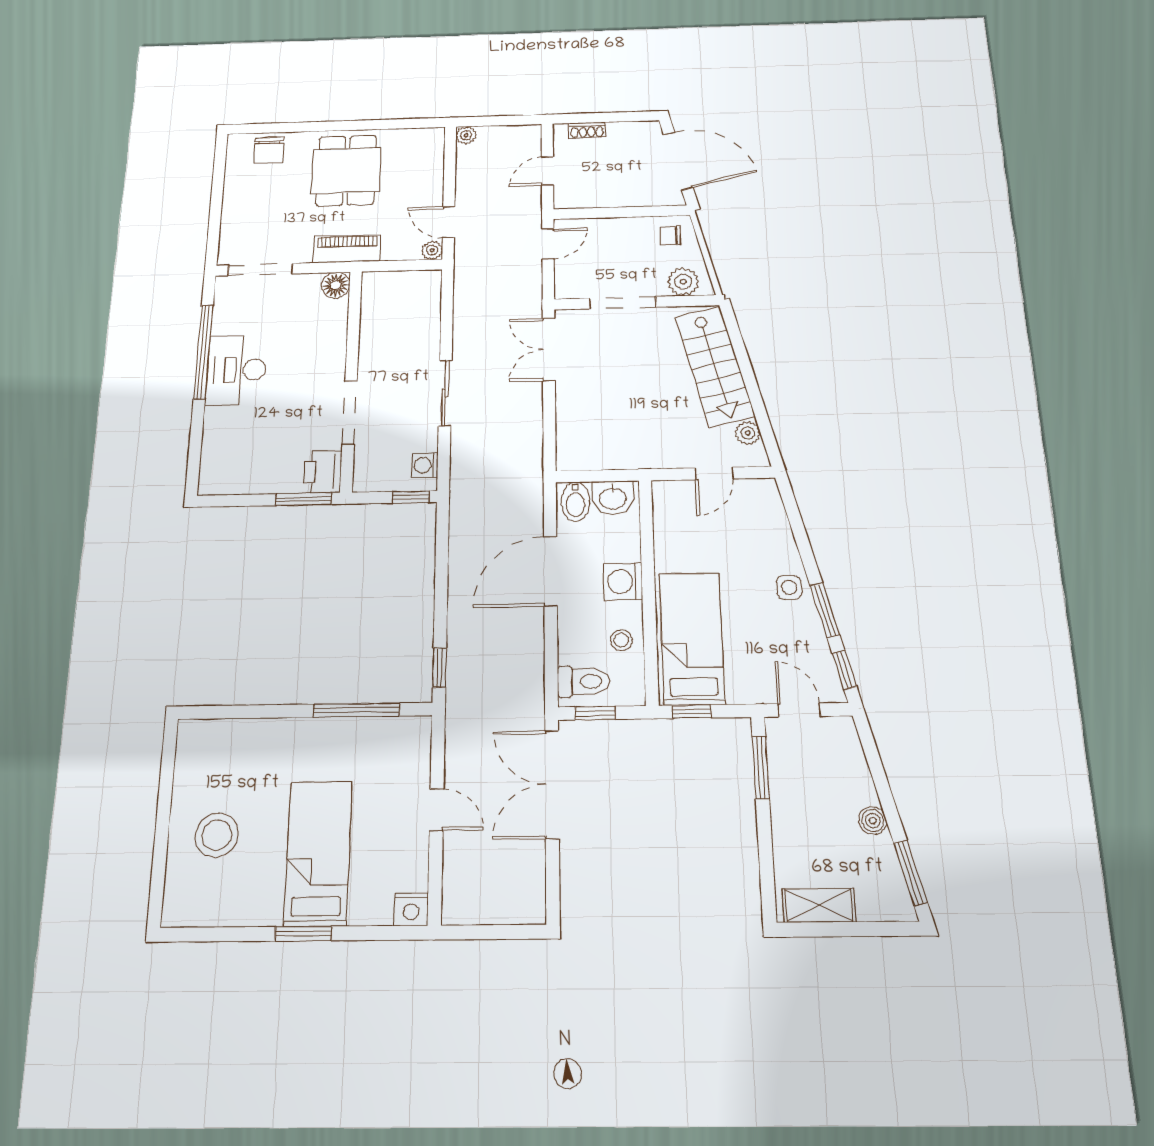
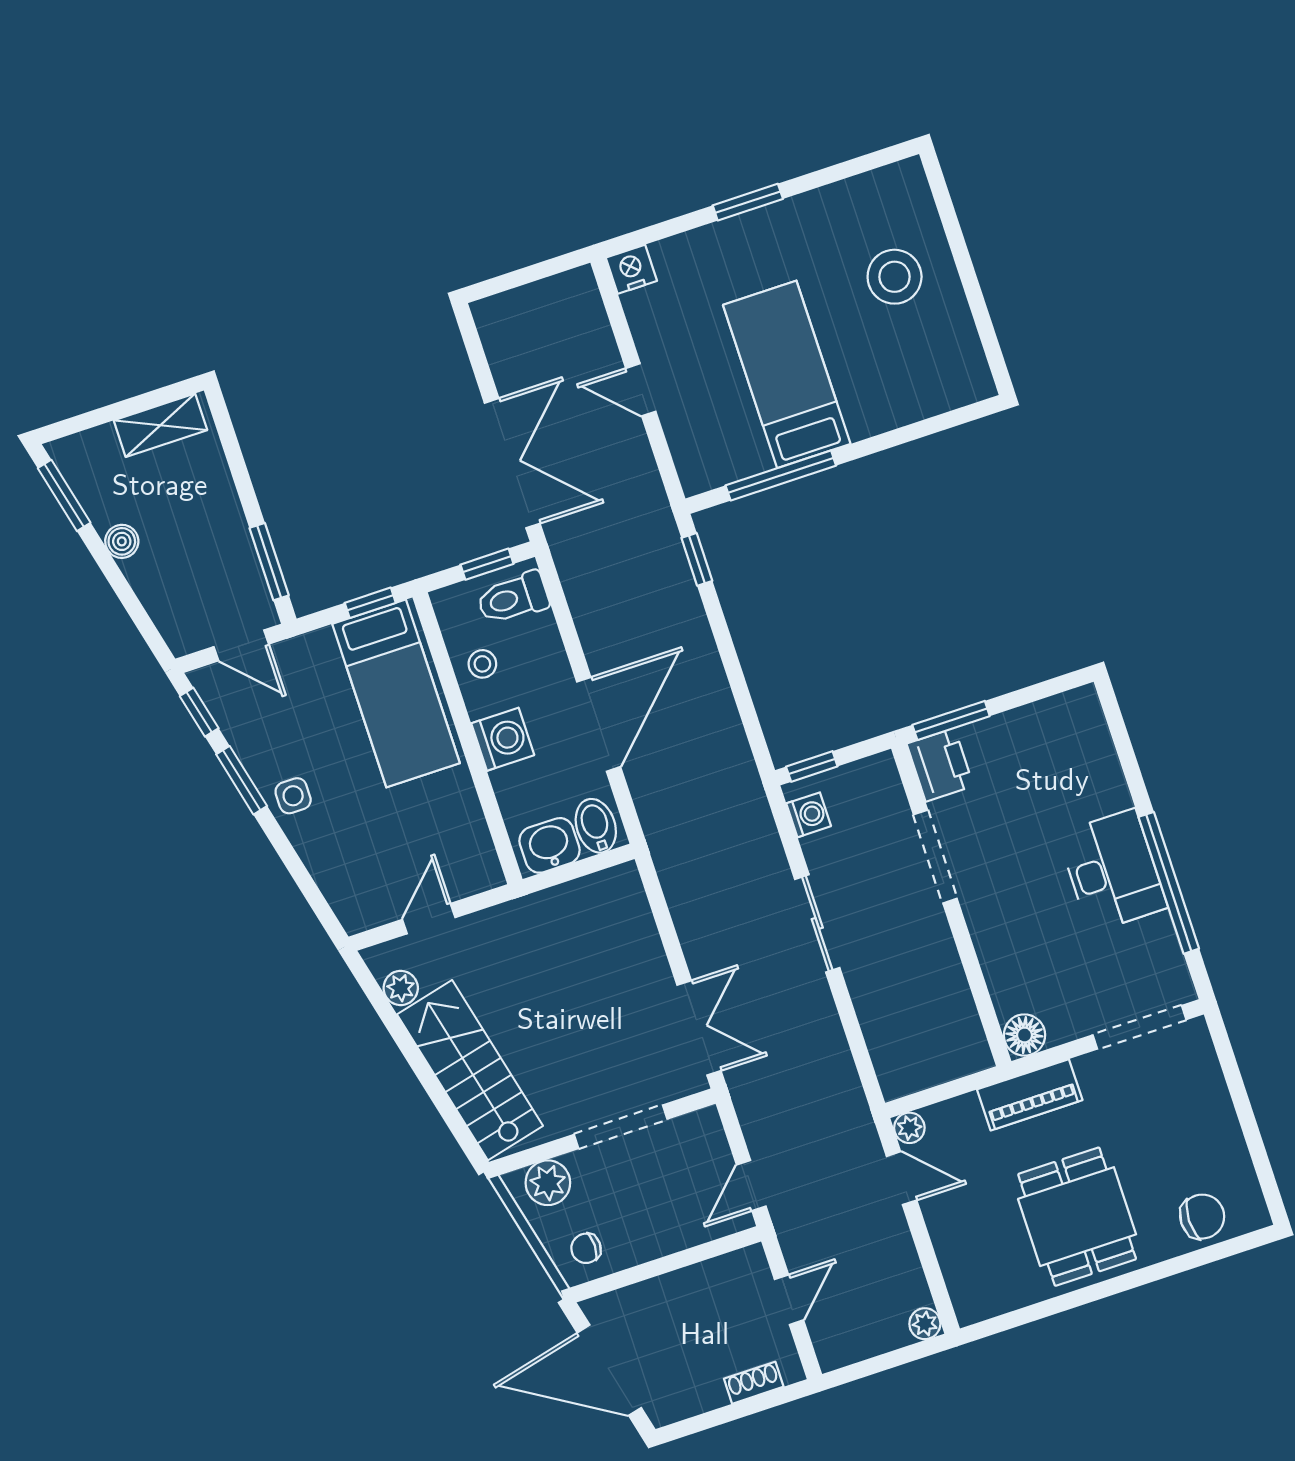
chair: (269, 150) -> (1202, 1217), turned 90
chair: (670, 236) -> (586, 1248), turned 180
bed: (318, 853) -> (787, 374), moved, turned 180

